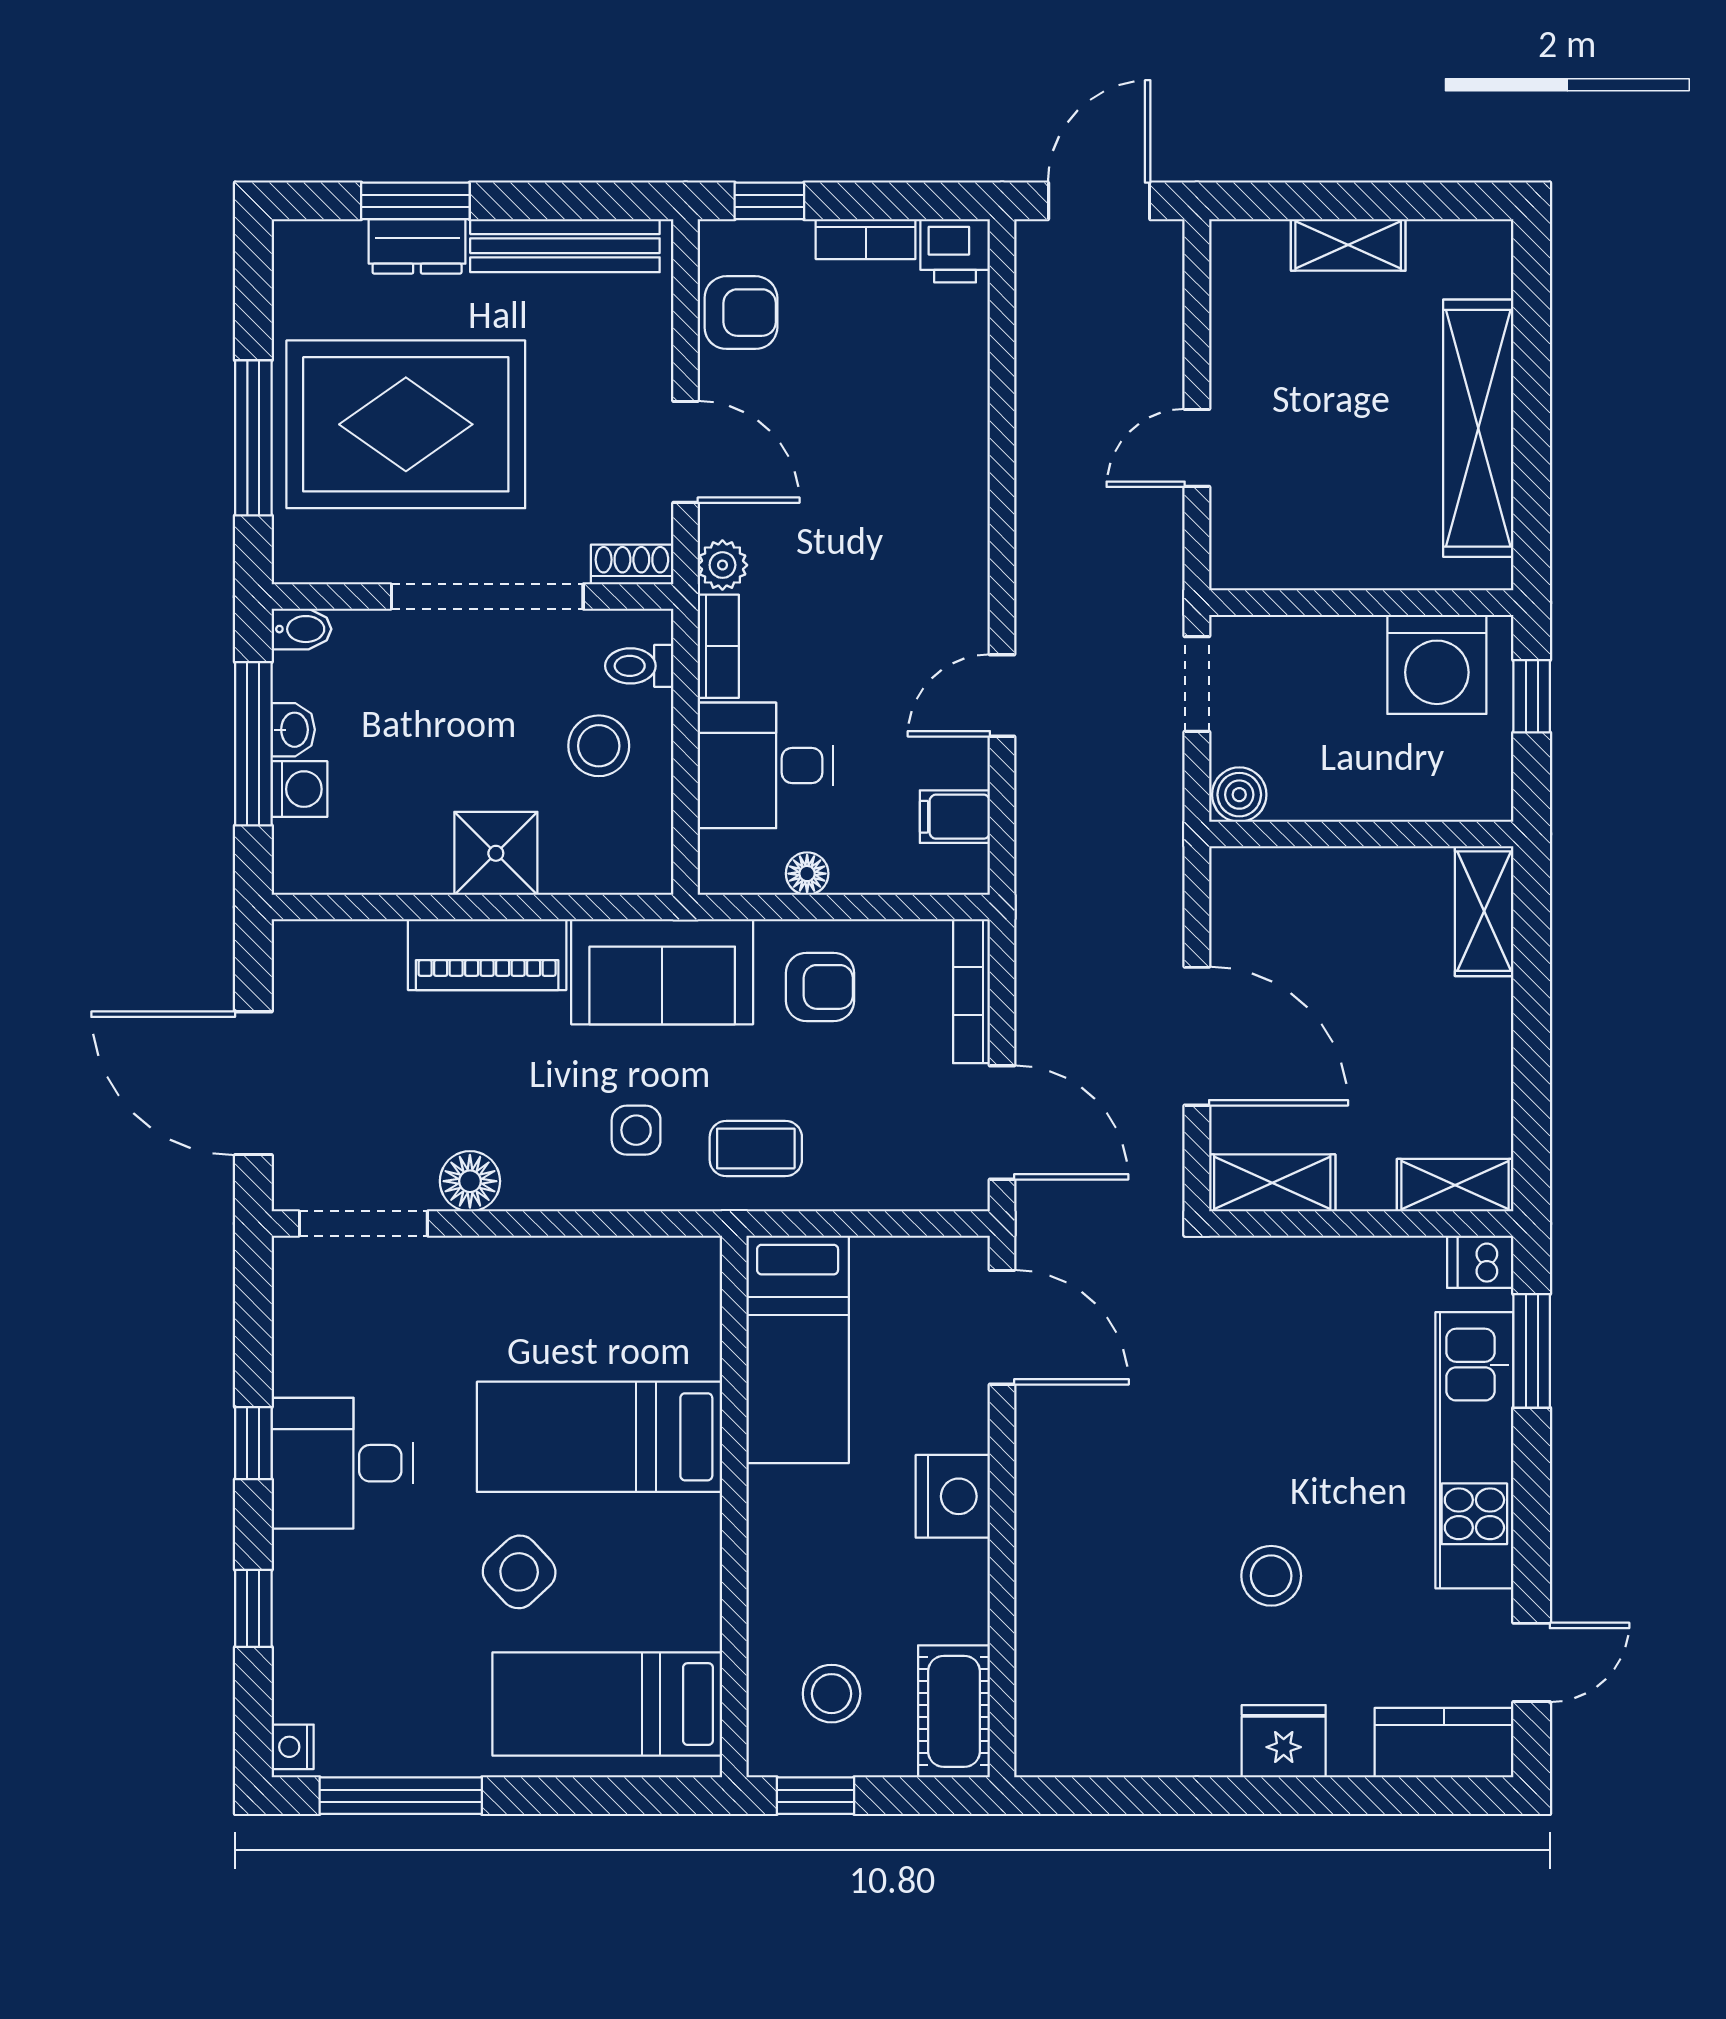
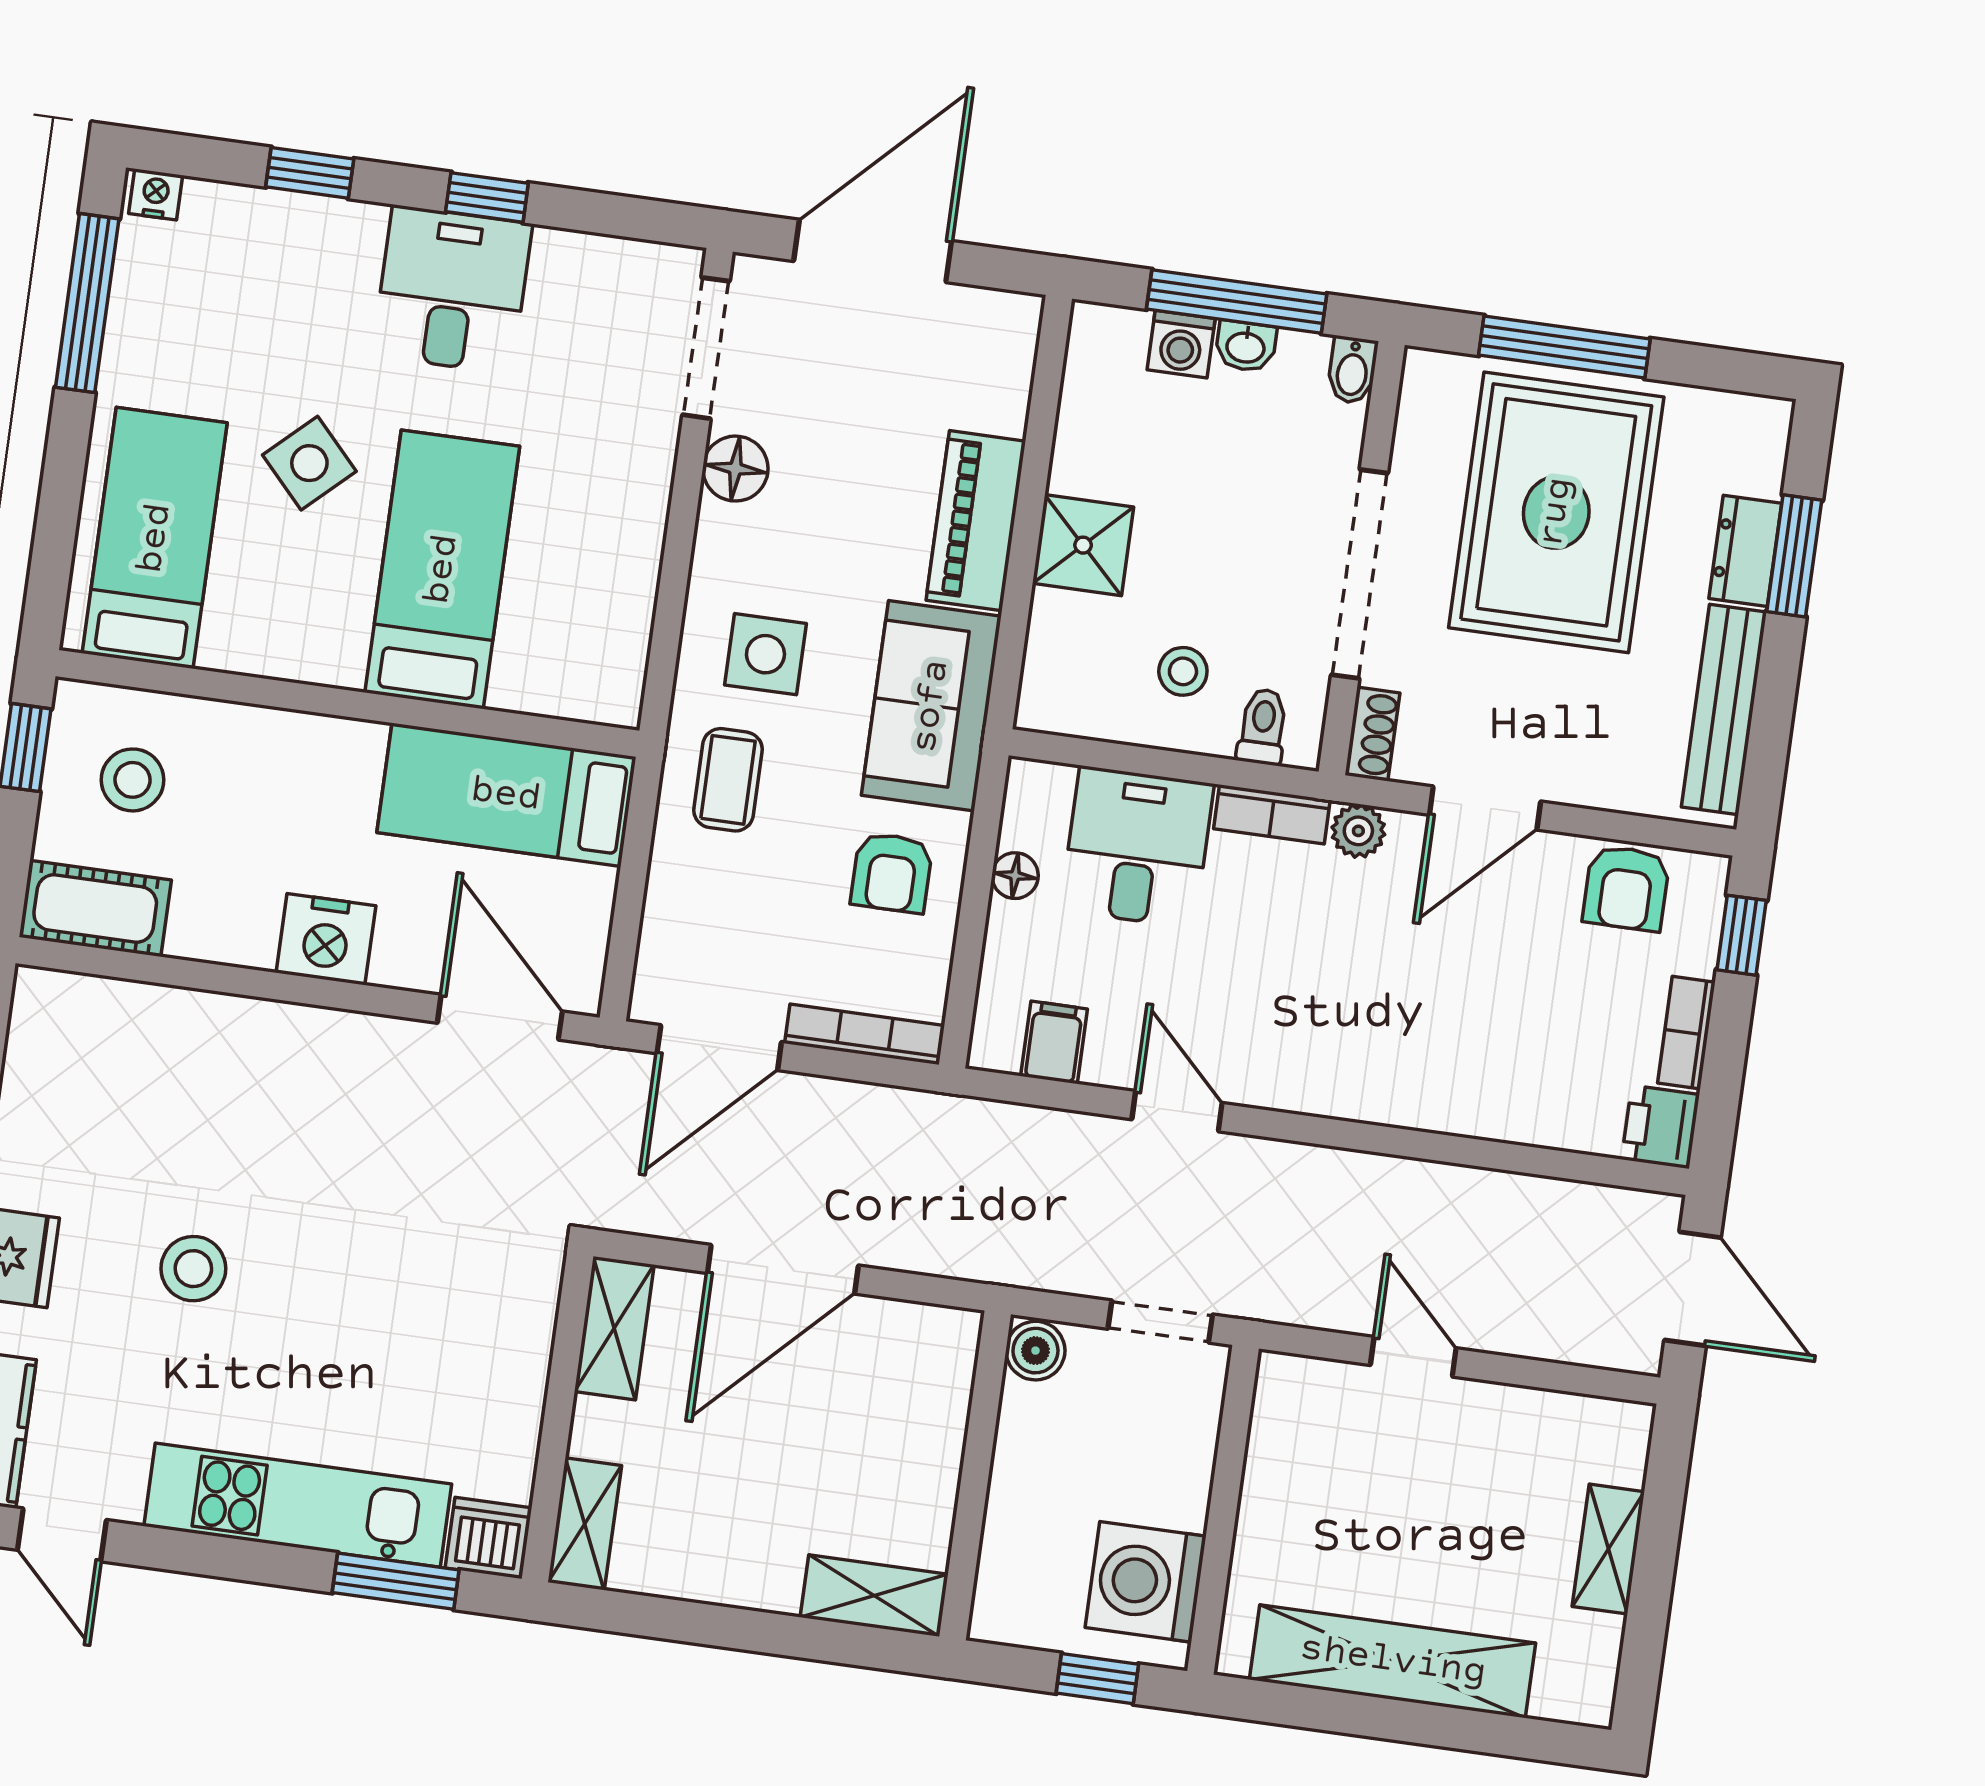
stool: (599, 746) -> (1183, 671), width x0.73, depth x0.73
side table: (636, 1130) -> (765, 654), width x1.37, depth x1.37
dishwasher: (1480, 1262) -> (488, 1538), width x1.38
door: (1002, 1327) -> (500, 1017), swing flipped

